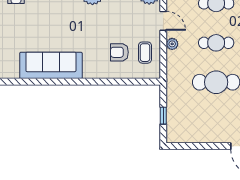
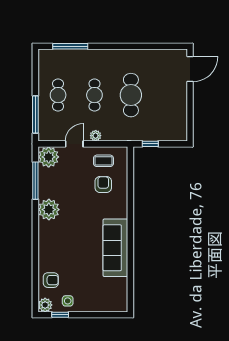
armchair: (119, 52) -> (103, 184), turned 180
window: (163, 116) -> (150, 144), moved

